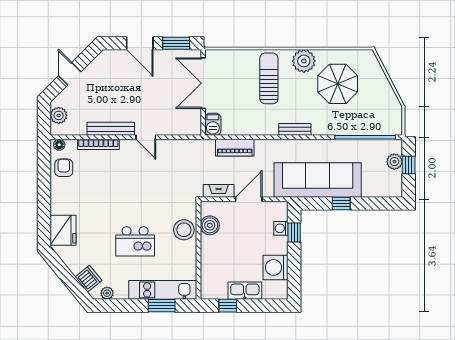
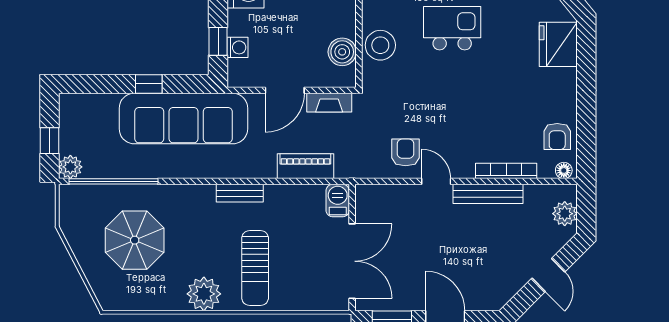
parasol: (338, 84) -> (135, 240), moved
bench: (295, 129) -> (240, 193), moved
armchair: (167, 157) -> (406, 152), added
plant: (394, 162) -> (70, 167), moved

